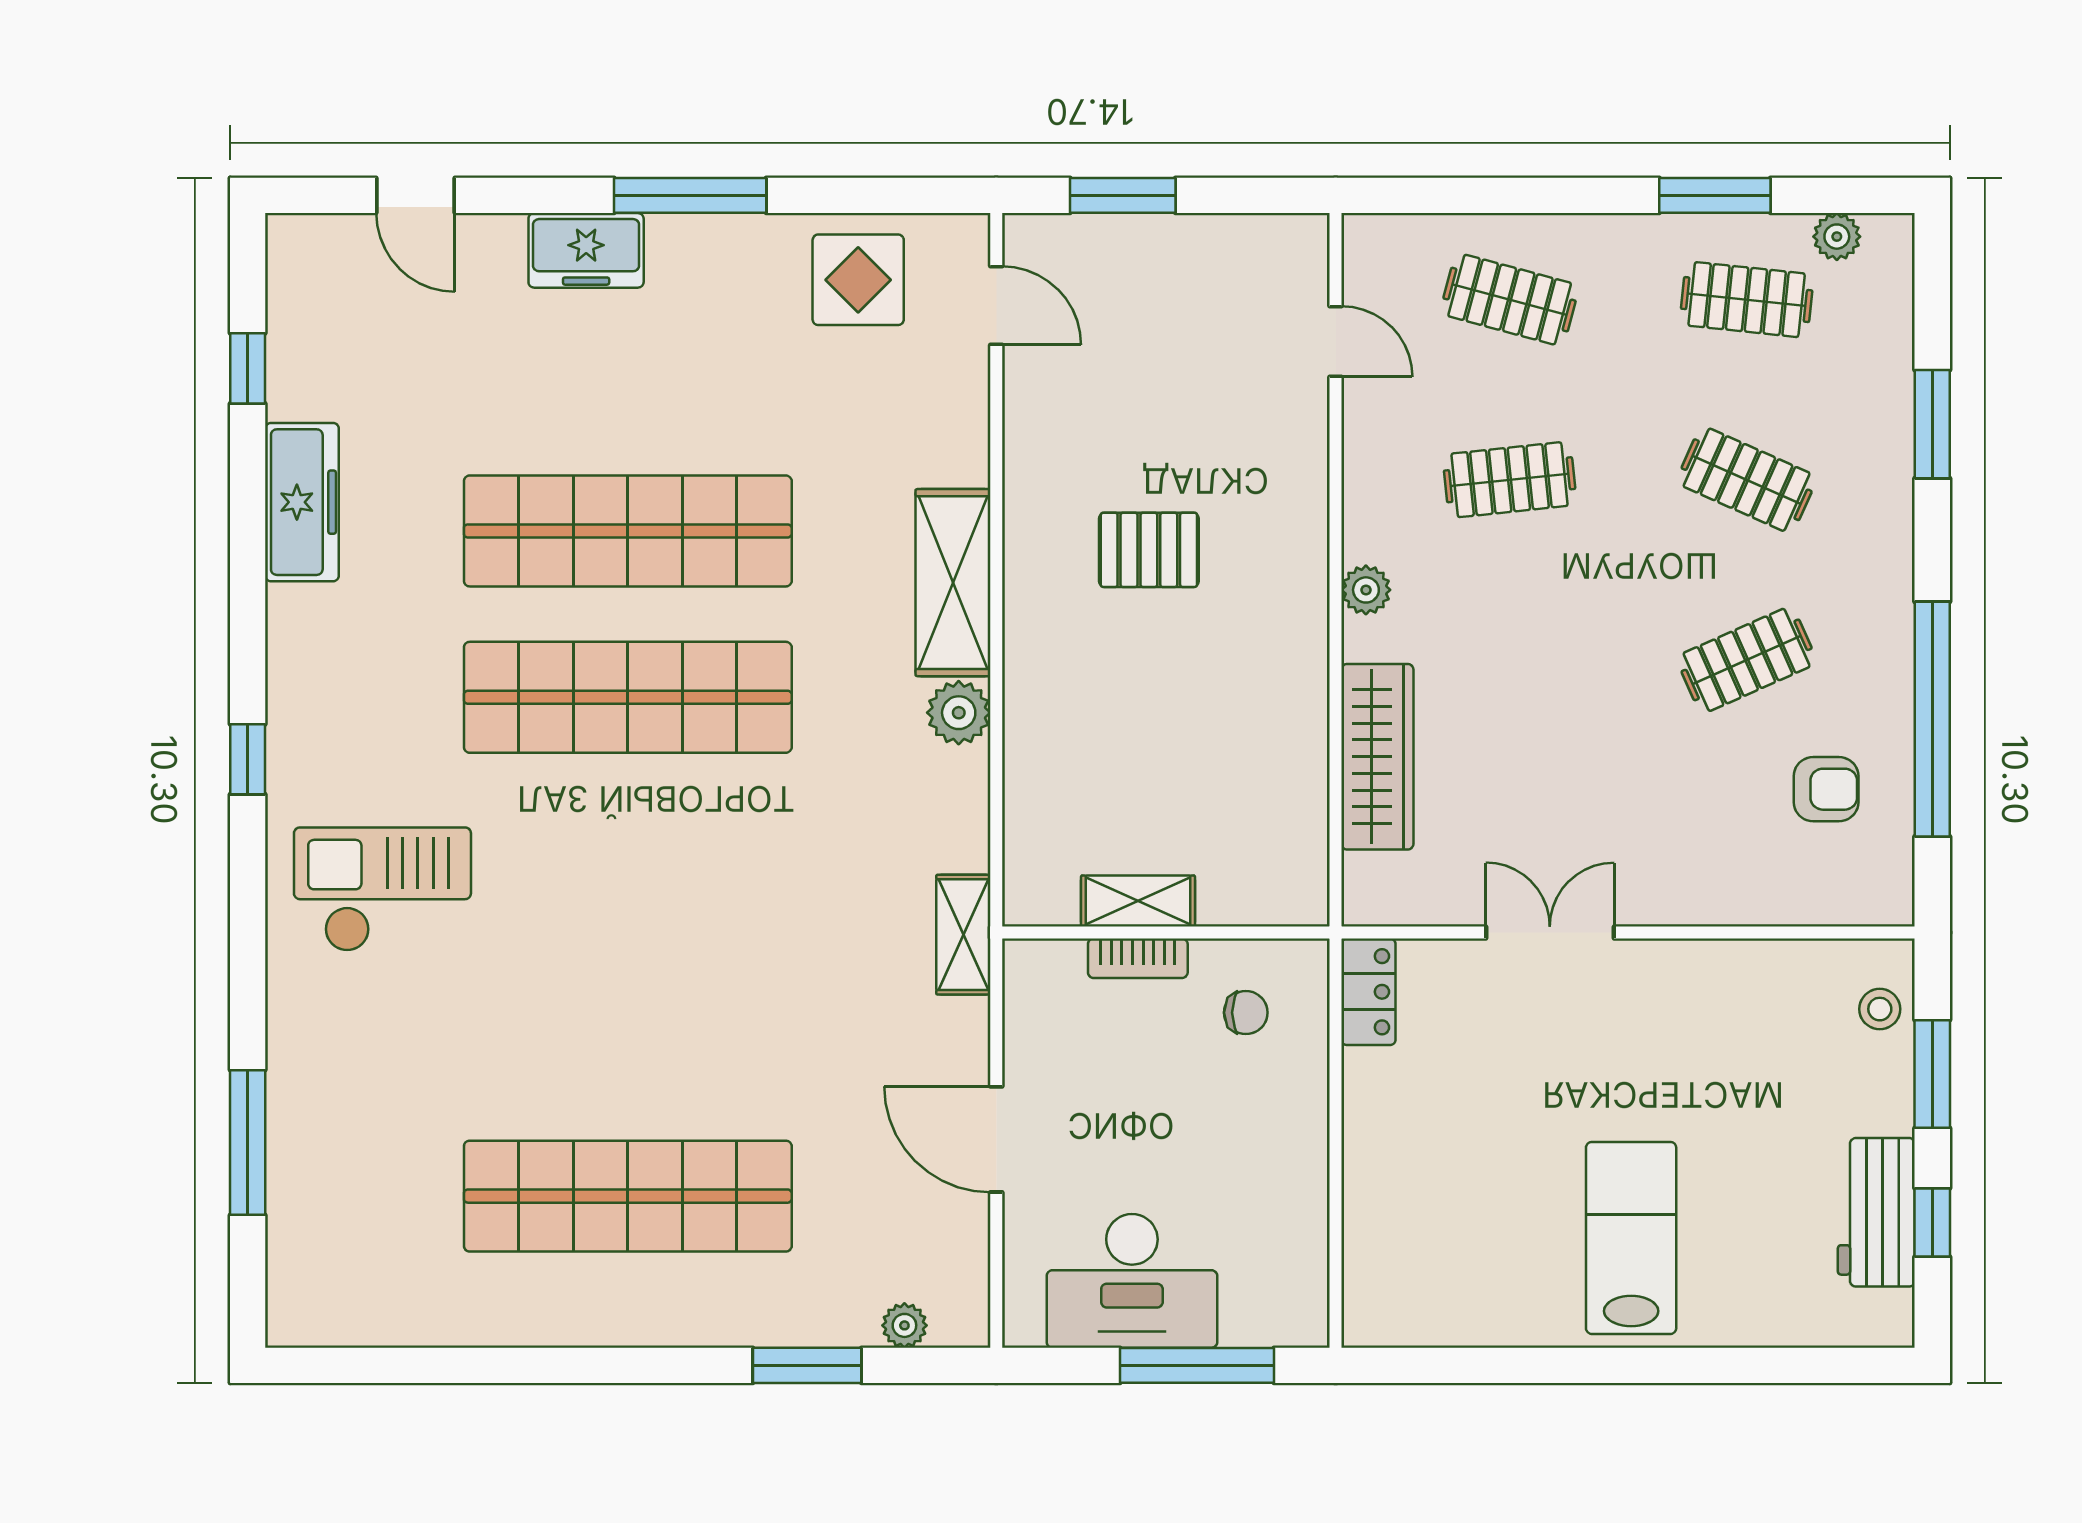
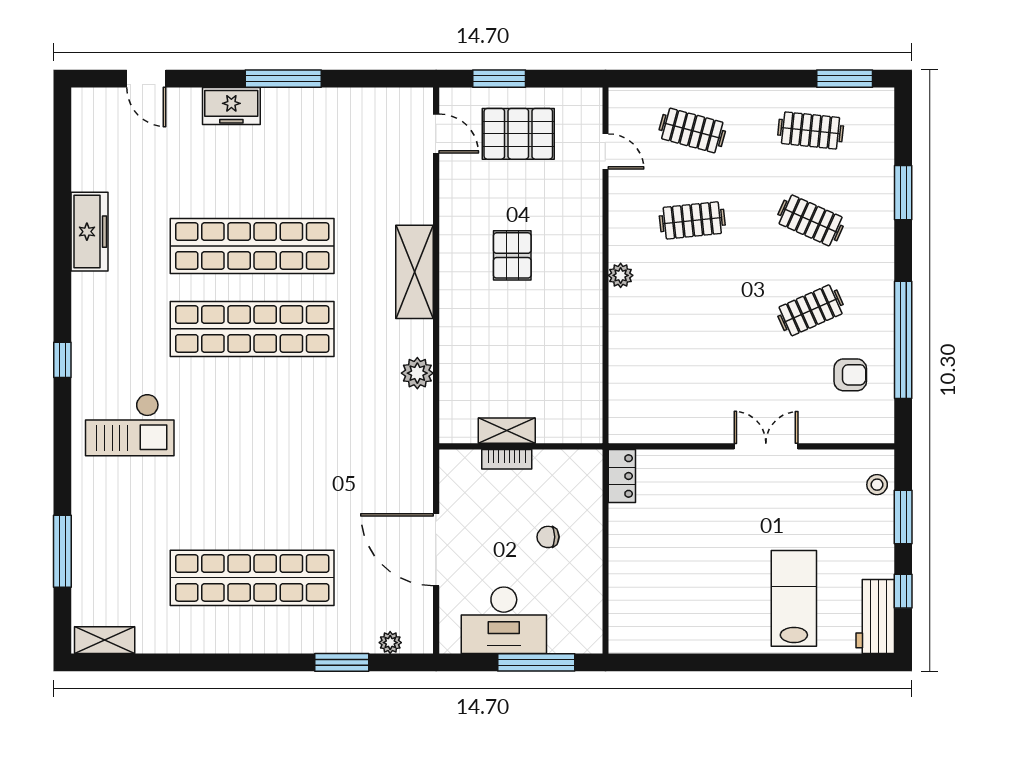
window: (1715, 195) -> (845, 79), moved
plant: (1837, 237) -> (856, 99), removed
display table: (858, 280) -> (367, 121), removed
pallet: (1161, 306) -> (518, 134), added
window: (248, 368) -> (62, 165), removed
pallet: (1149, 550) -> (512, 255), turned 90
plant: (959, 713) -> (417, 373), moved
wardrobe: (1377, 757) -> (626, 359), removed
checkout: (382, 889) -> (130, 425), turned 180
double door: (1550, 932) -> (766, 446), moved
shelving: (963, 935) -> (105, 640), moved, turned 90
chair: (1246, 1013) -> (548, 537), moved, turned 180
door: (996, 1139) -> (436, 550), width x1.36
workbench: (1876, 1212) -> (875, 617), moved
lab bench: (1631, 1238) -> (794, 598), moved

